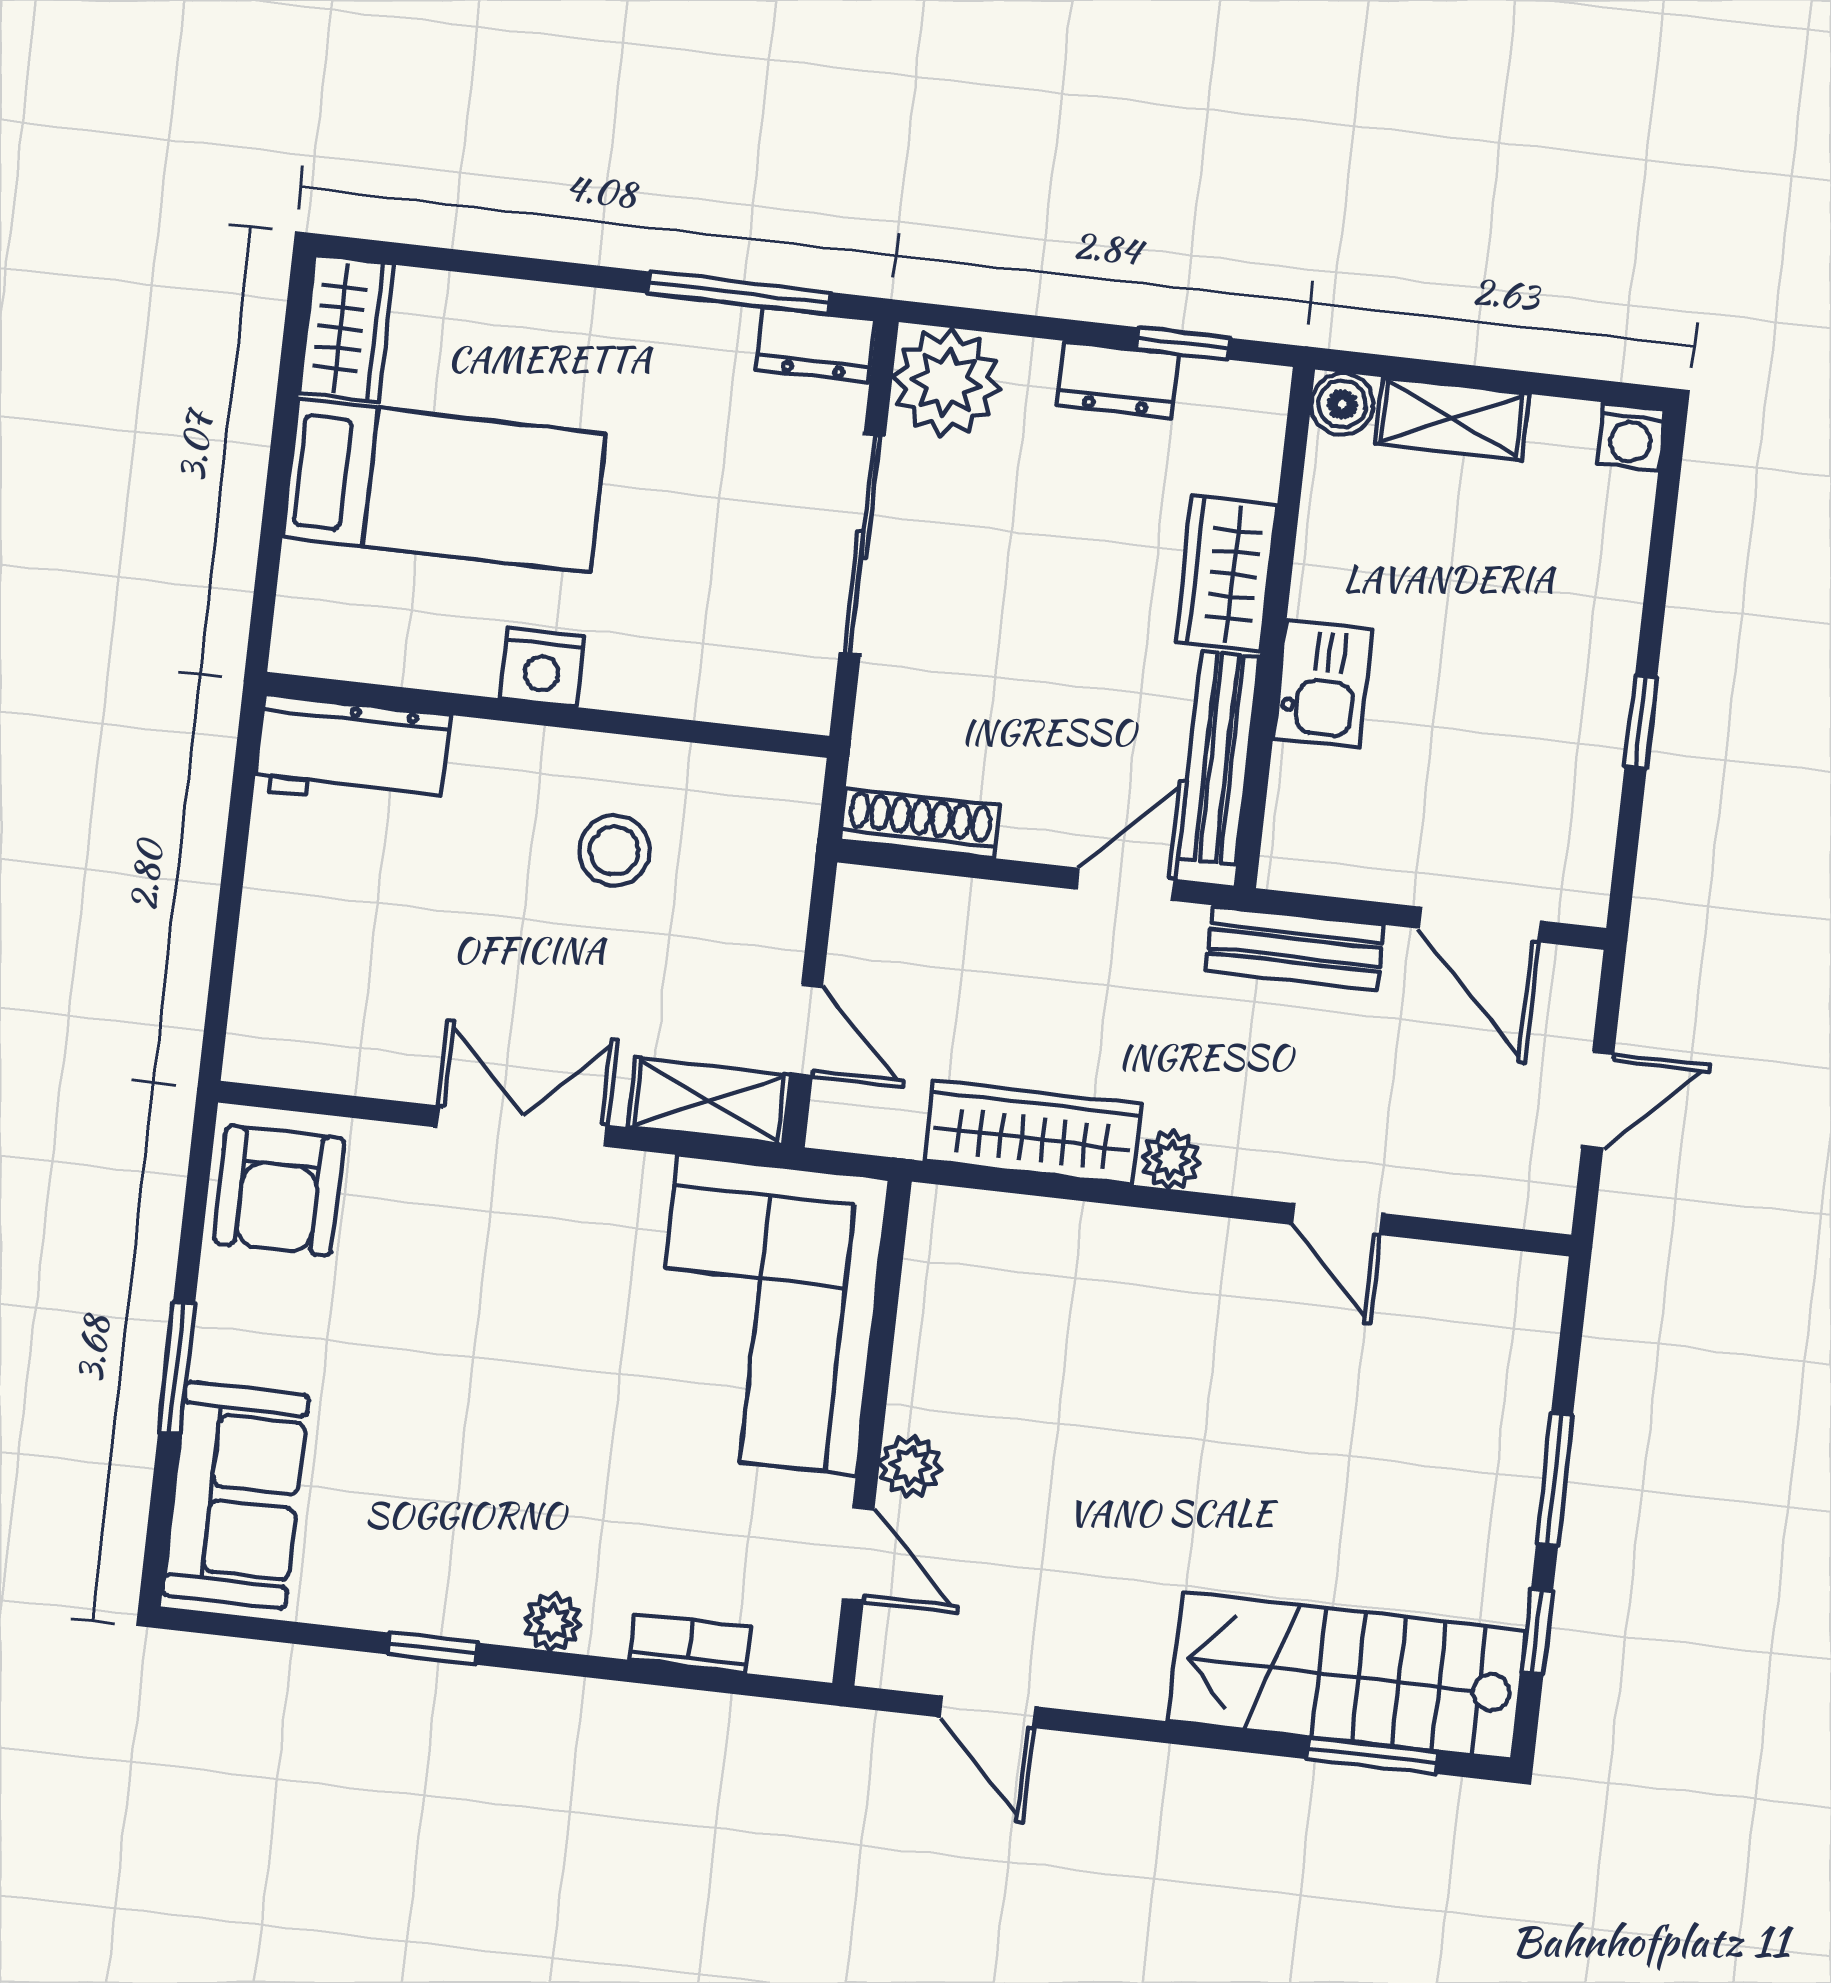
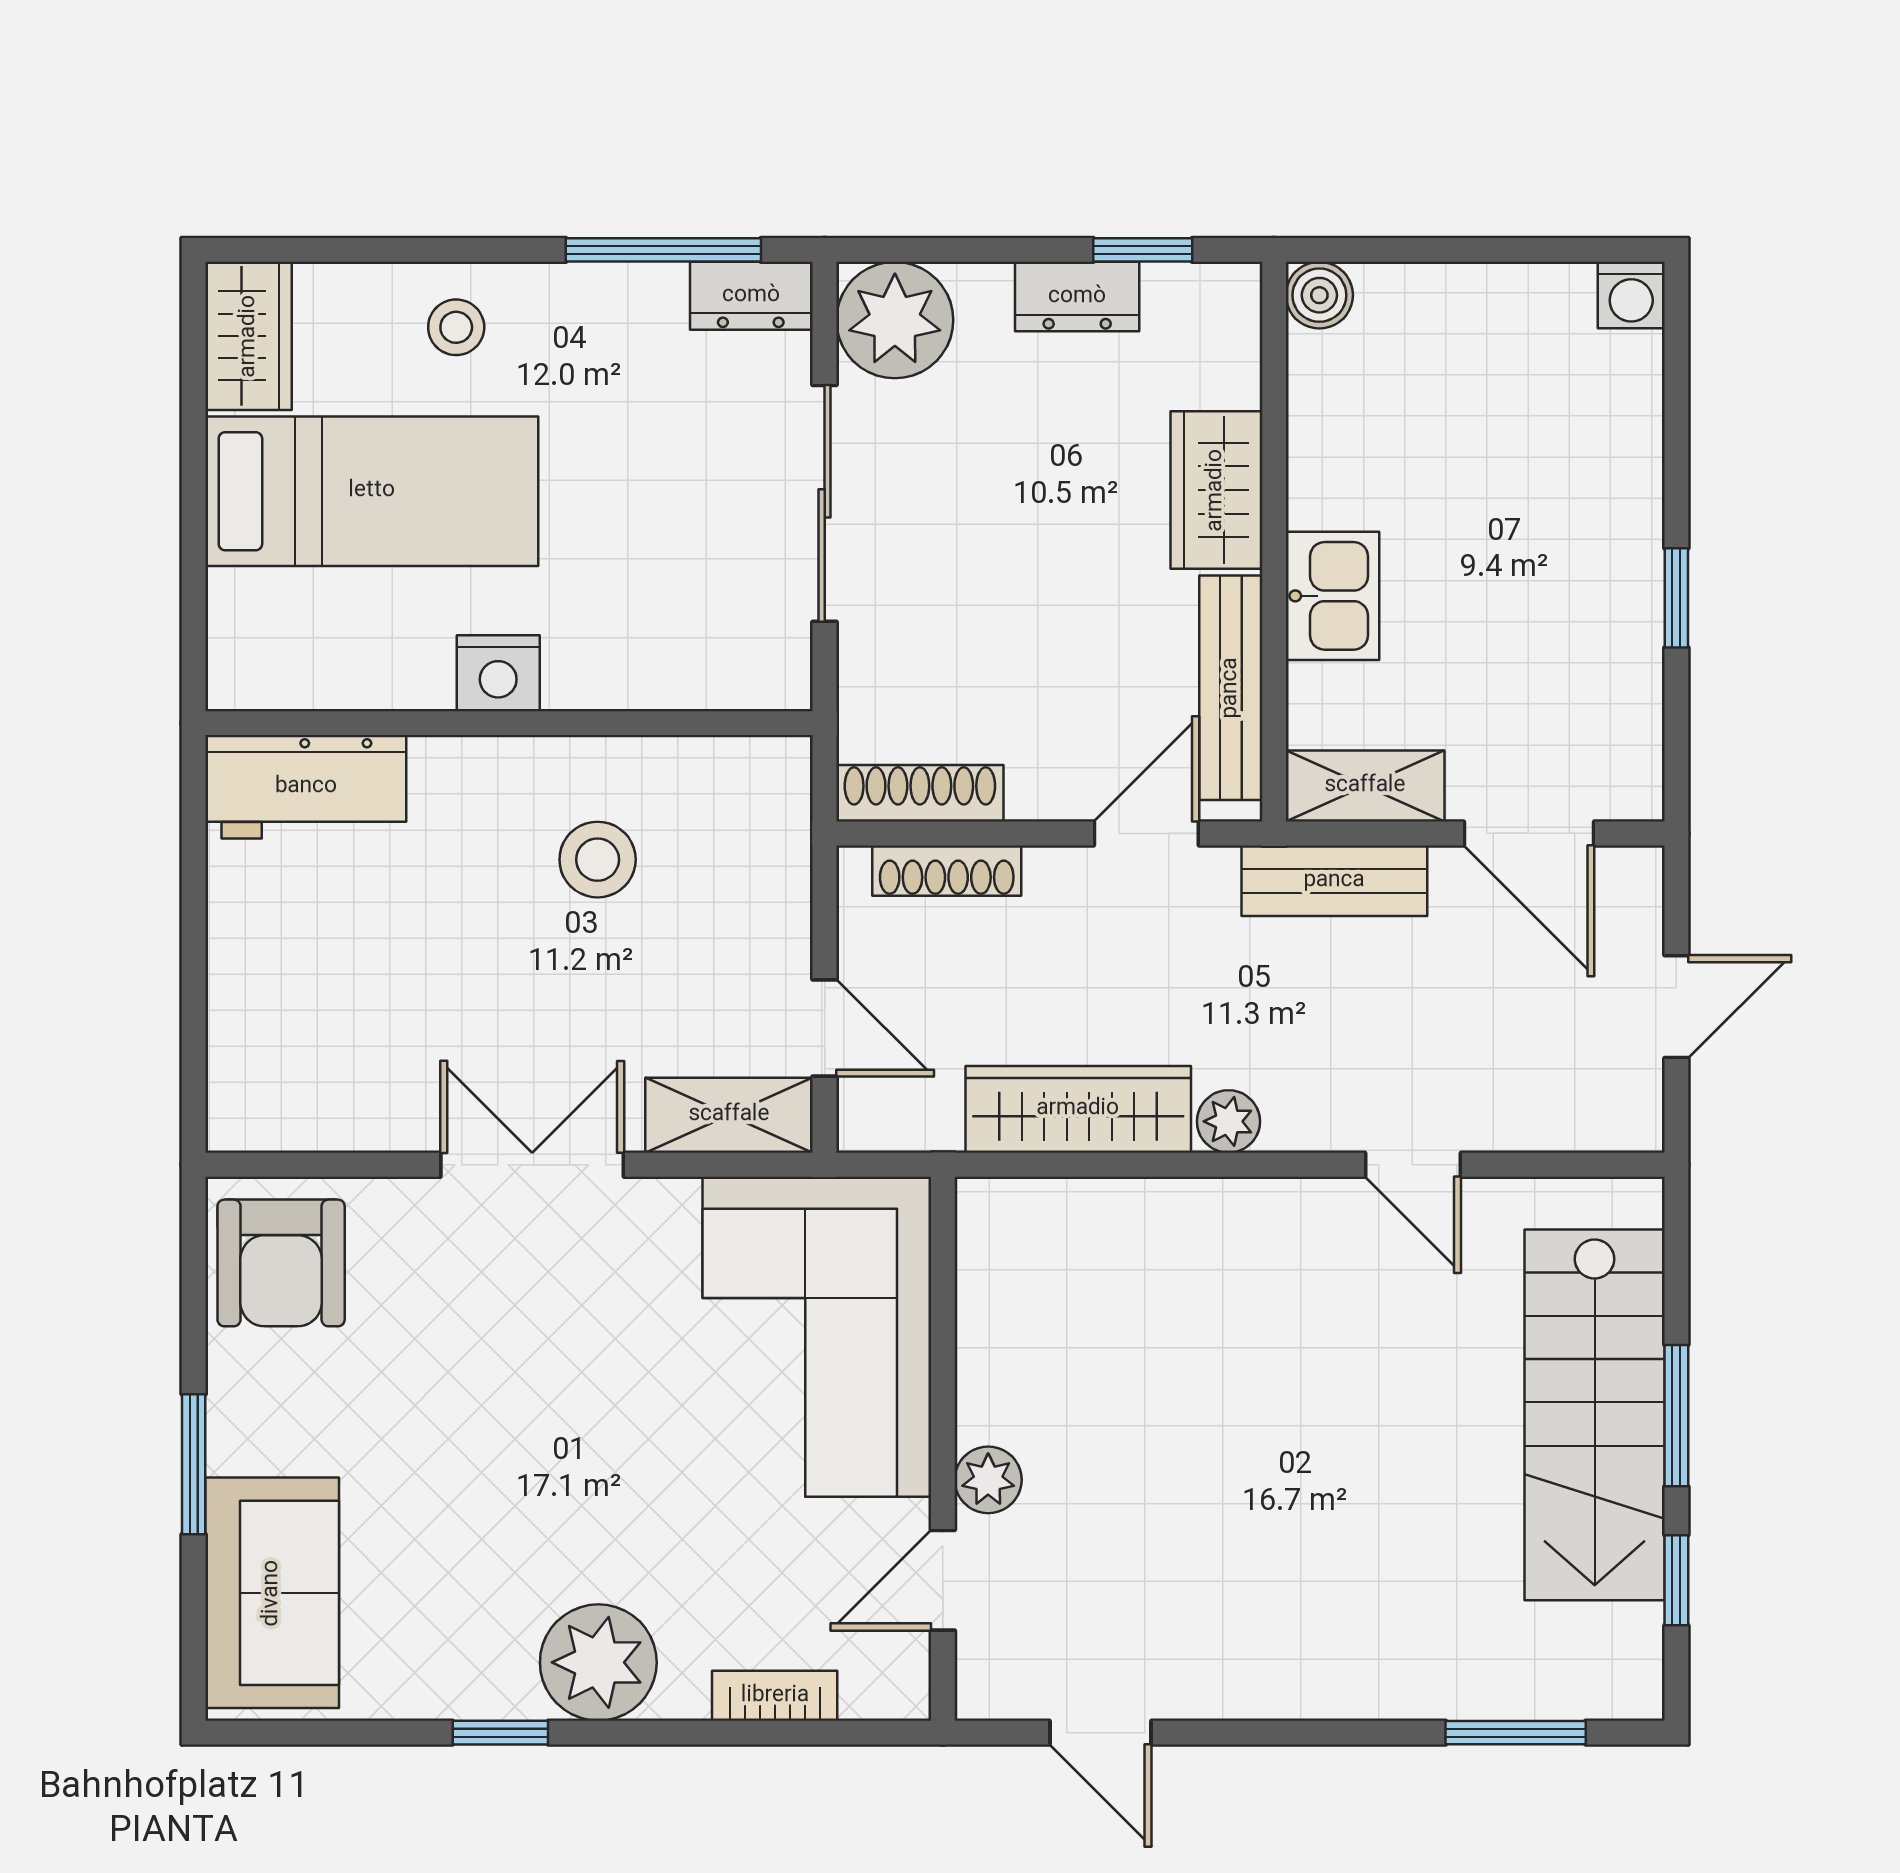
stool: (540, 343) -> (456, 327), added
shelving: (1452, 419) -> (1365, 786), moved
shoe rack: (937, 898) -> (947, 871), added
door: (858, 1554) -> (943, 1580), swing flipped
plant: (553, 1622) -> (598, 1662), width x1.87, depth x1.87
stairs: (1347, 1676) -> (1595, 1415), moved, turned -90

